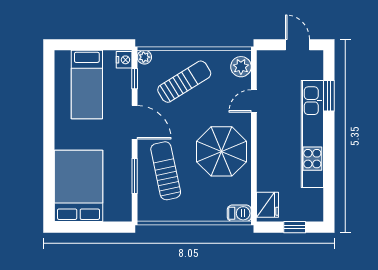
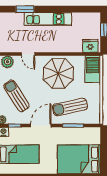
kitchen unit: (312, 134) -> (48, 19), width x0.73
barbecue: (239, 213) -> (93, 69), width x1.88, depth x1.53

